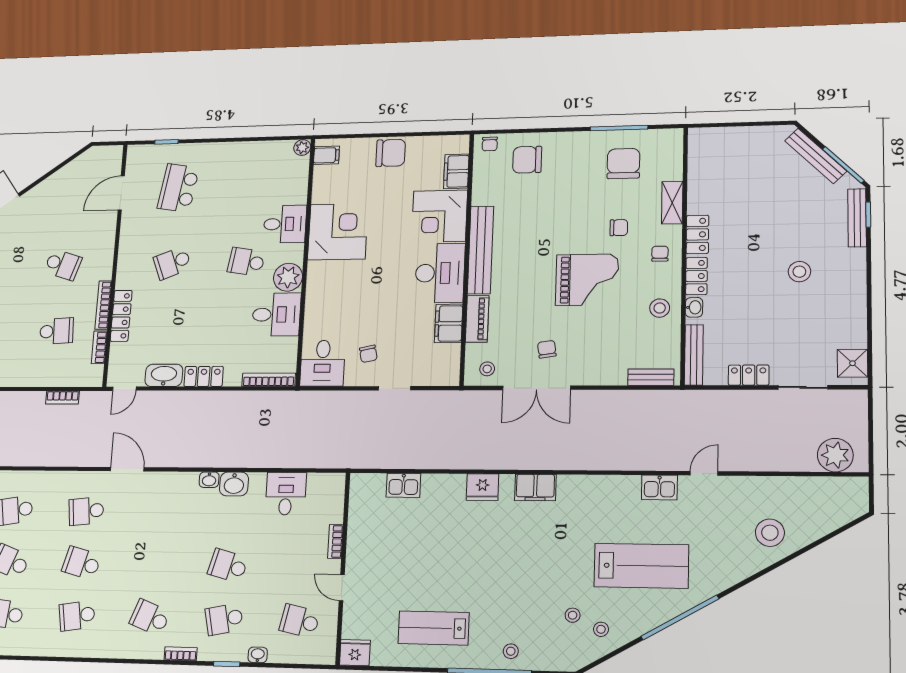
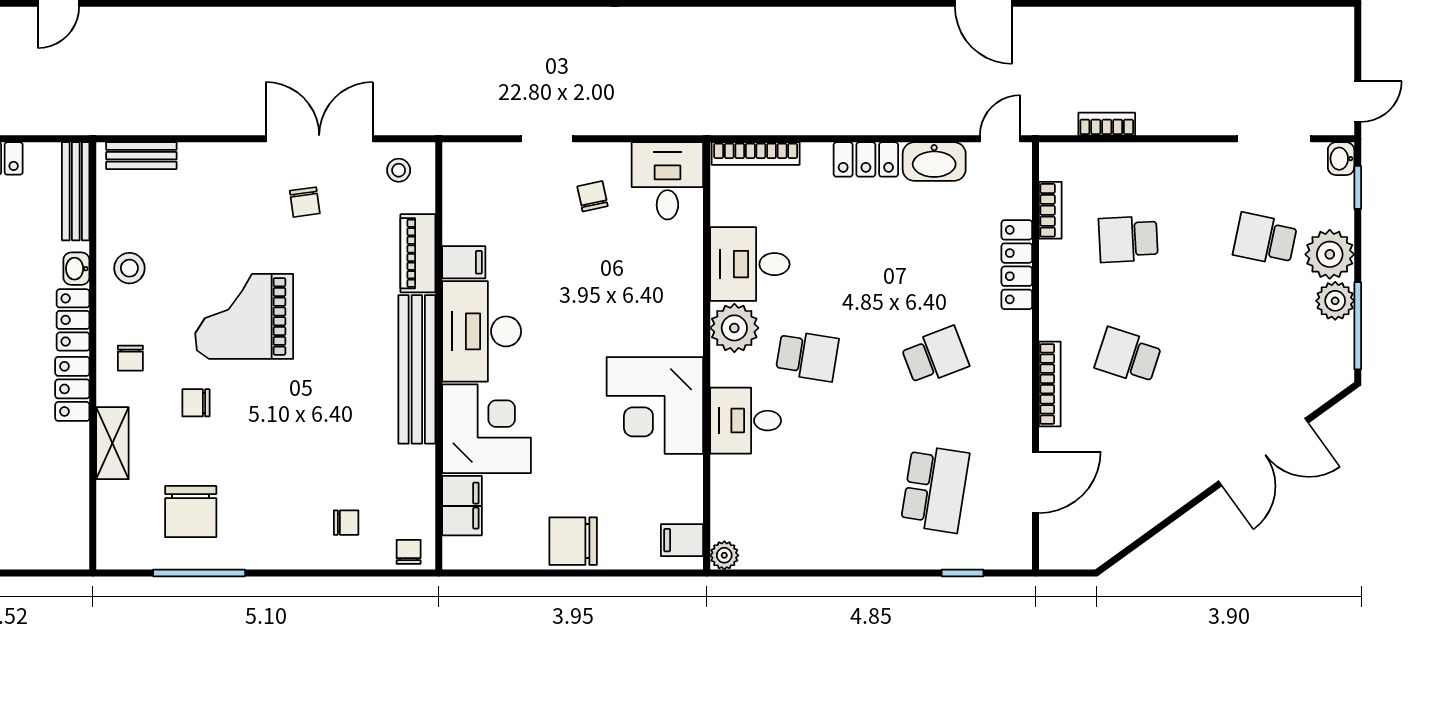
chair: (527, 160) -> (346, 523), width x0.54, depth x0.54
bookcase: (103, 305) -> (1050, 384), moved
filing cabinet: (449, 323) -> (464, 262), width x0.50

